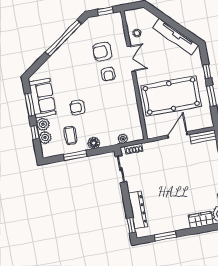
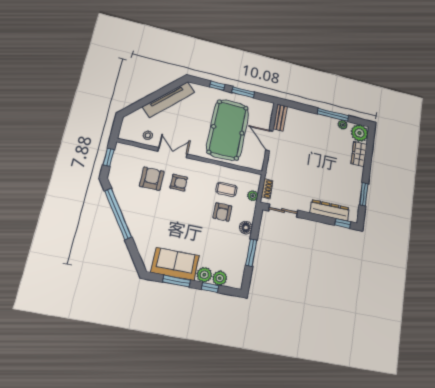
armchair: (102, 52) -> (152, 179), turned 180
armchair: (78, 108) -> (222, 212), moved
coffee table: (70, 135) -> (226, 189), moved

